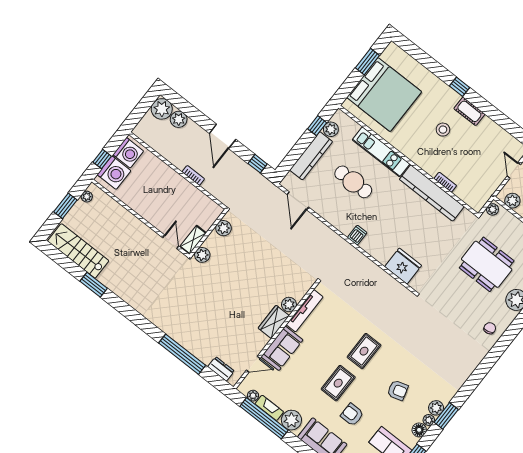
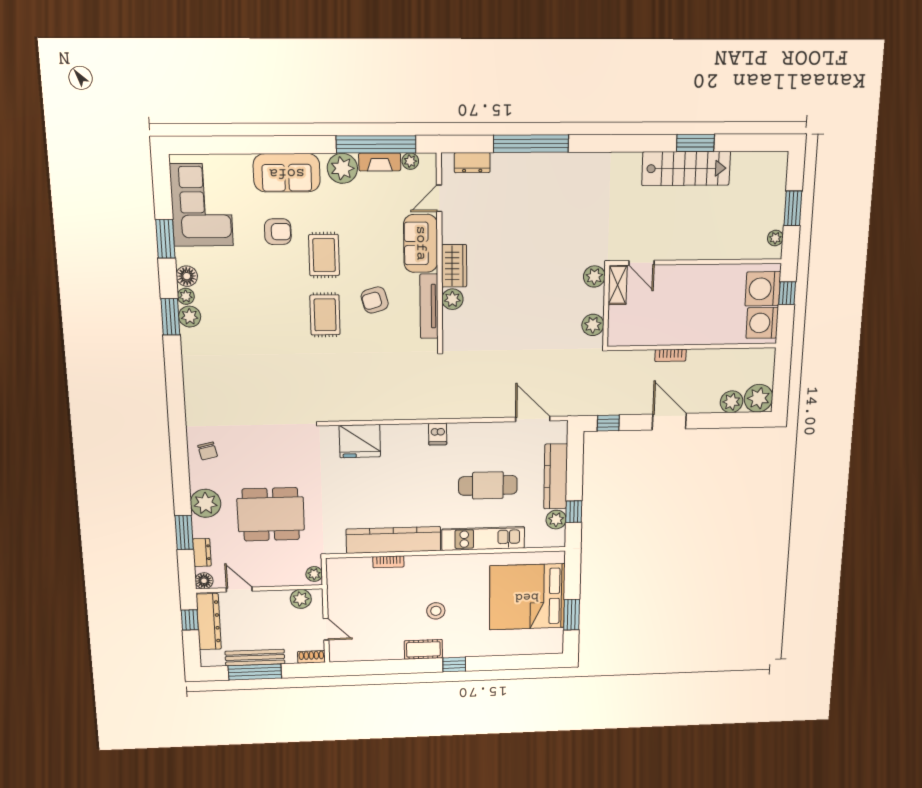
stairs: (78, 251) -> (686, 168), moved
armchair: (398, 390) -> (375, 300), moved

